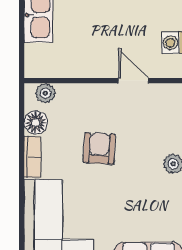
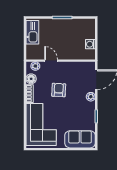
door: (133, 81) -> (51, 61), moved

